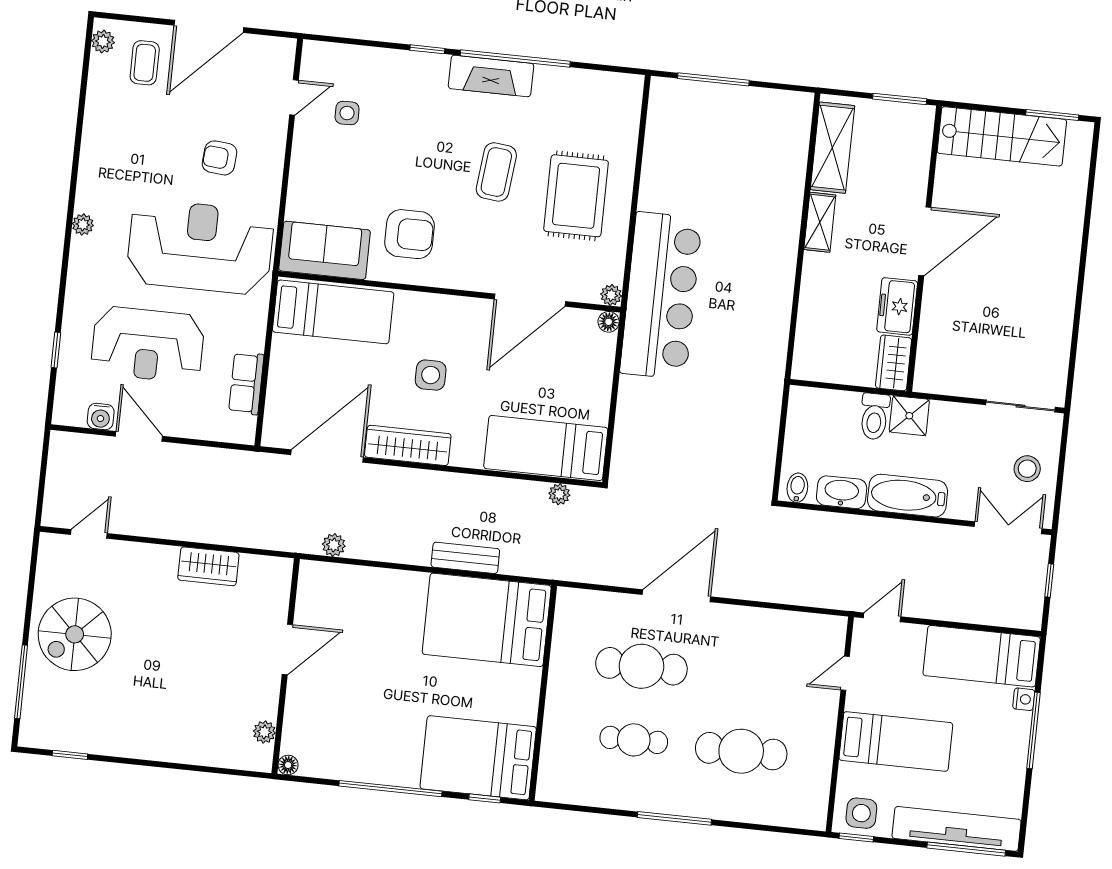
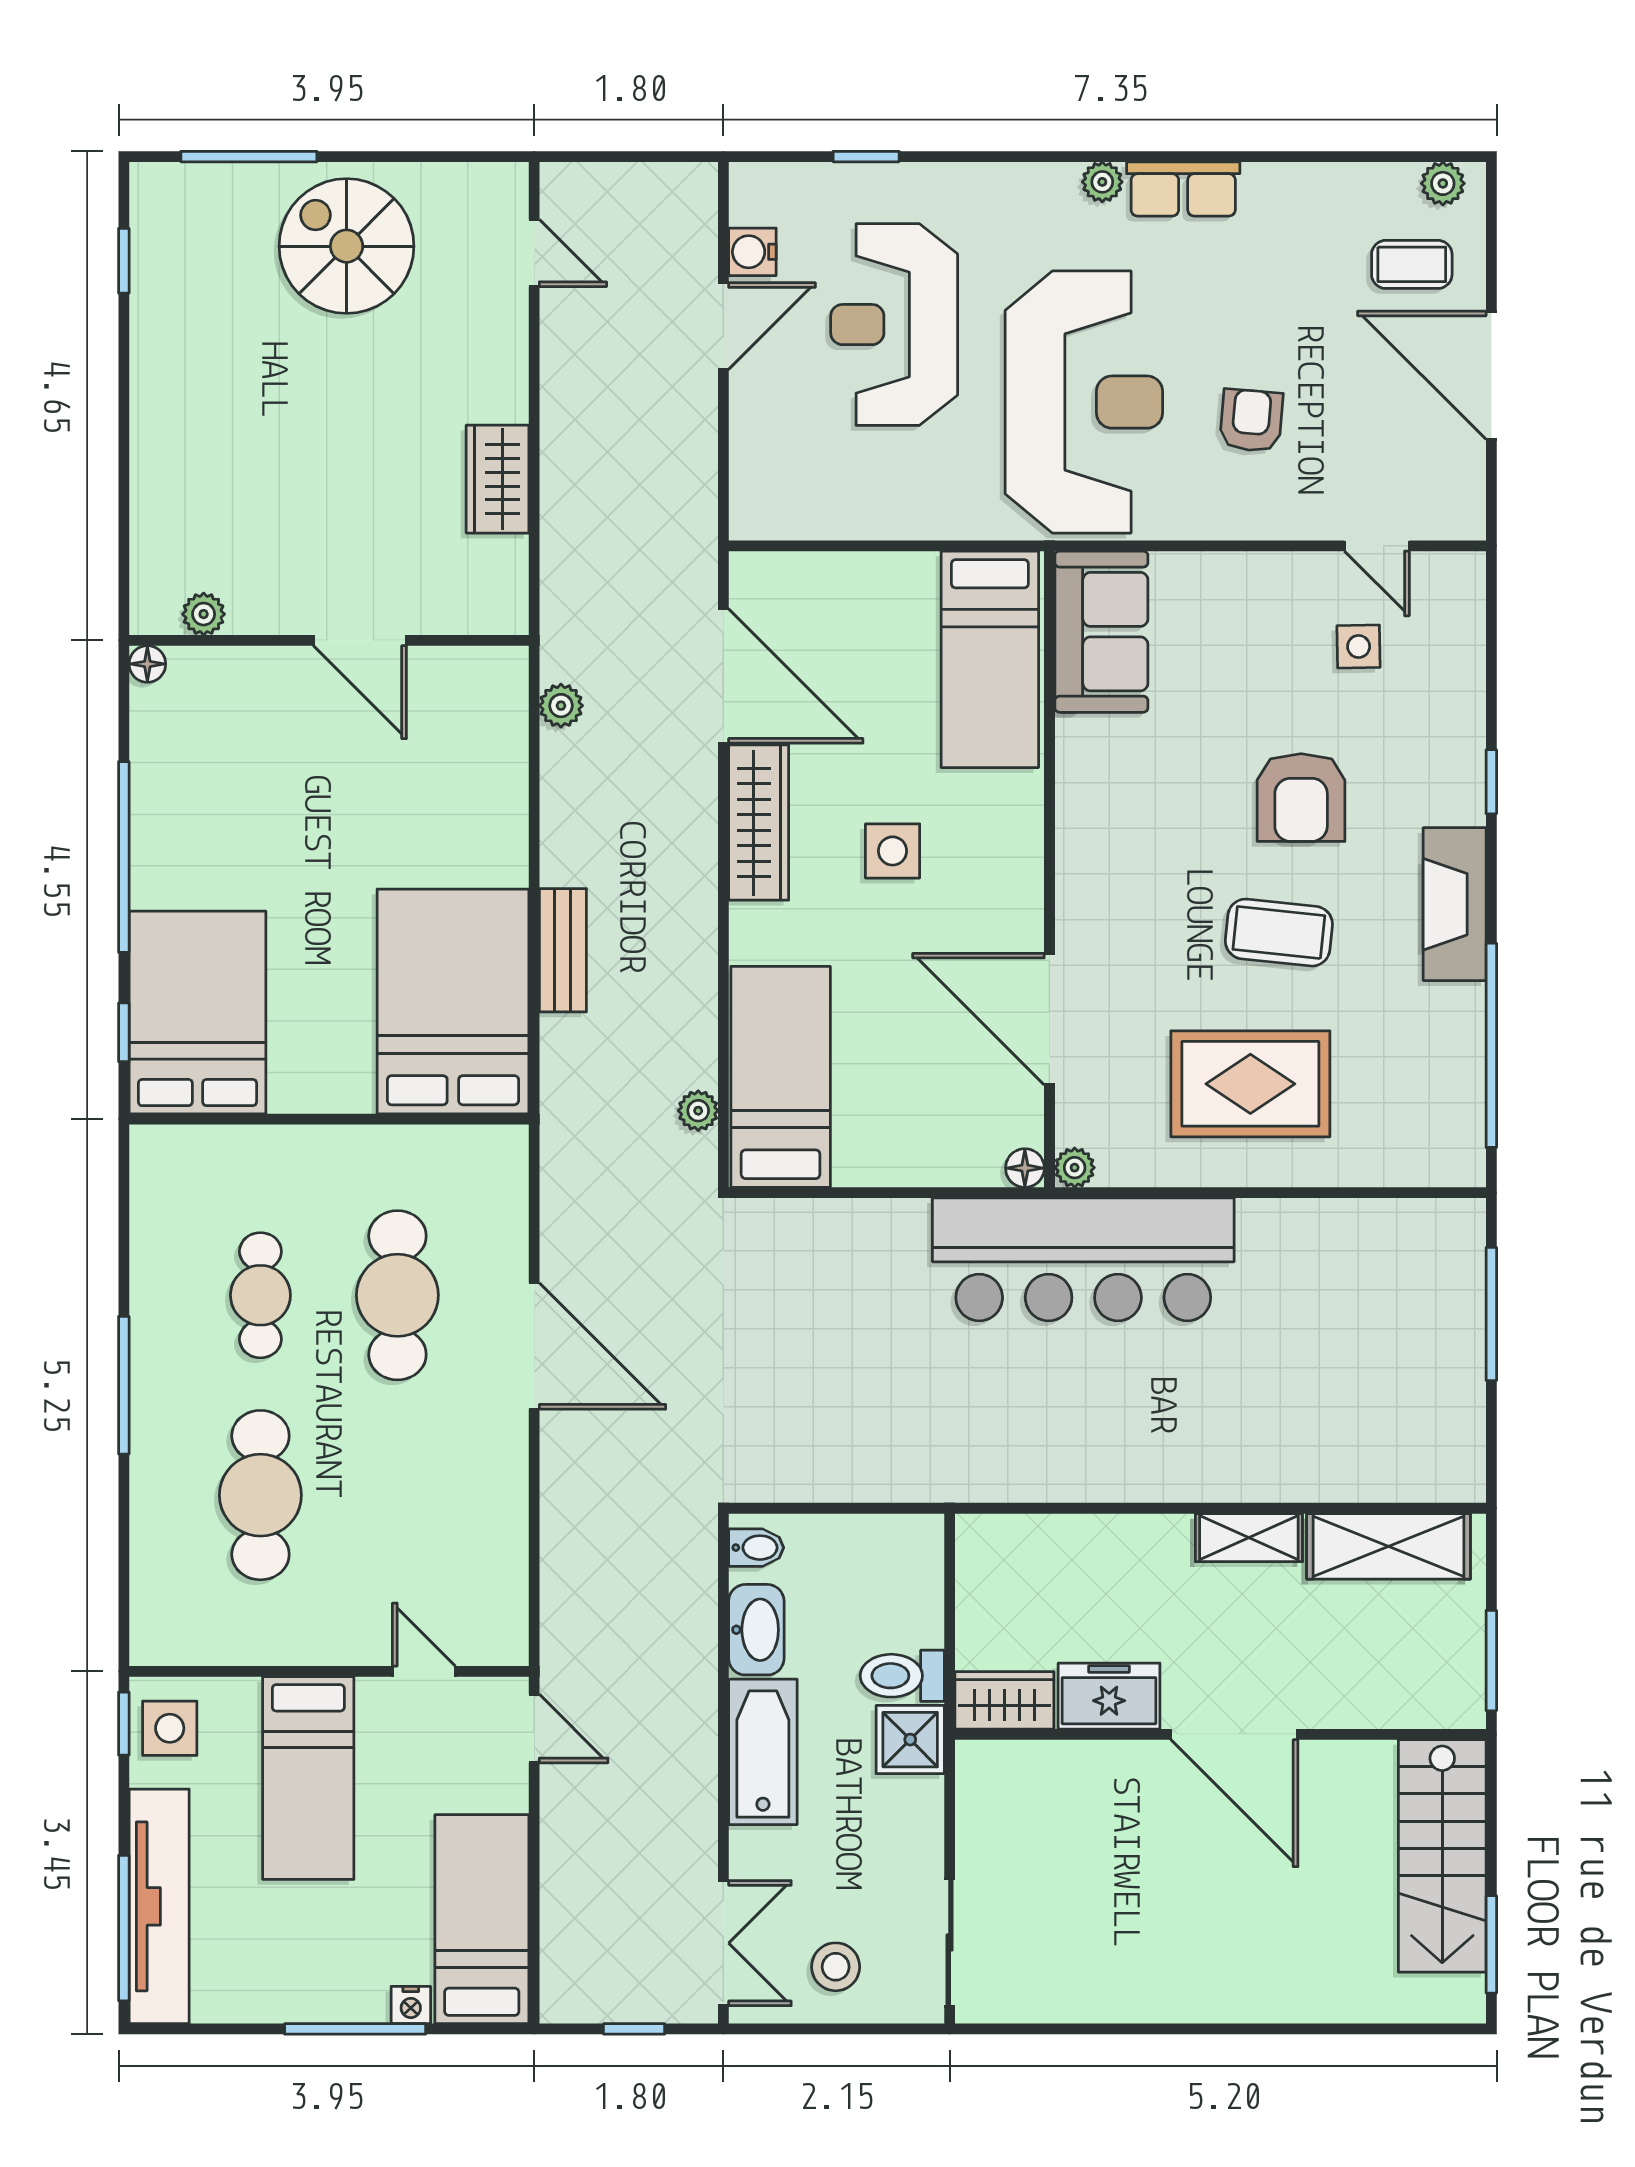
window: (515, 59) -> (1491, 1045), moved
armchair: (409, 234) -> (1301, 798), moved
row of seats: (246, 383) -> (1183, 189), moved, turned 180

